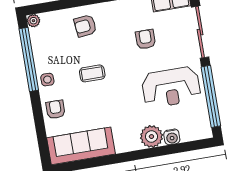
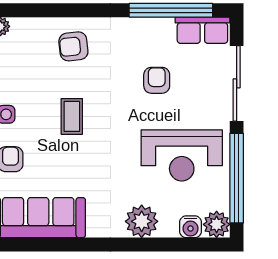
coffee table: (92, 73) -> (72, 116), turned 90
plant: (203, 130) -> (217, 224), added
water cooler: (172, 137) -> (191, 227), moved

